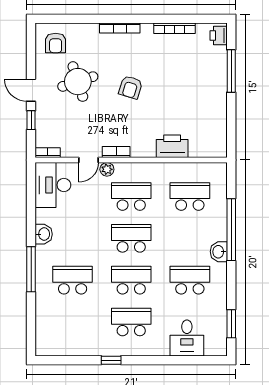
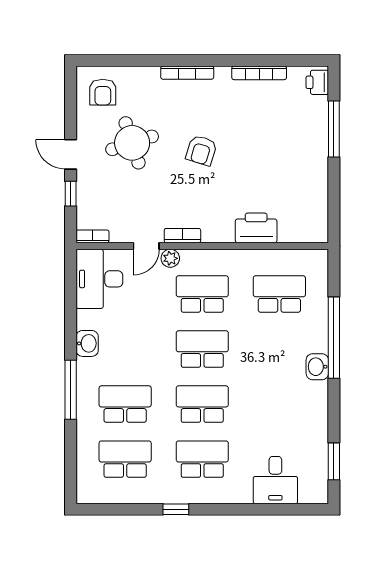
school desk: (190, 280) -> (125, 459), moved

